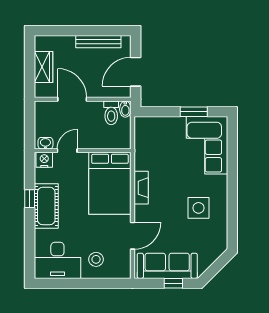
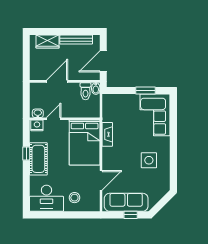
wardrobe: (43, 67) -> (48, 42), moved, turned 90
door: (72, 99) -> (57, 81), hinge flipped
fireplace: (141, 188) -> (107, 134), moved

